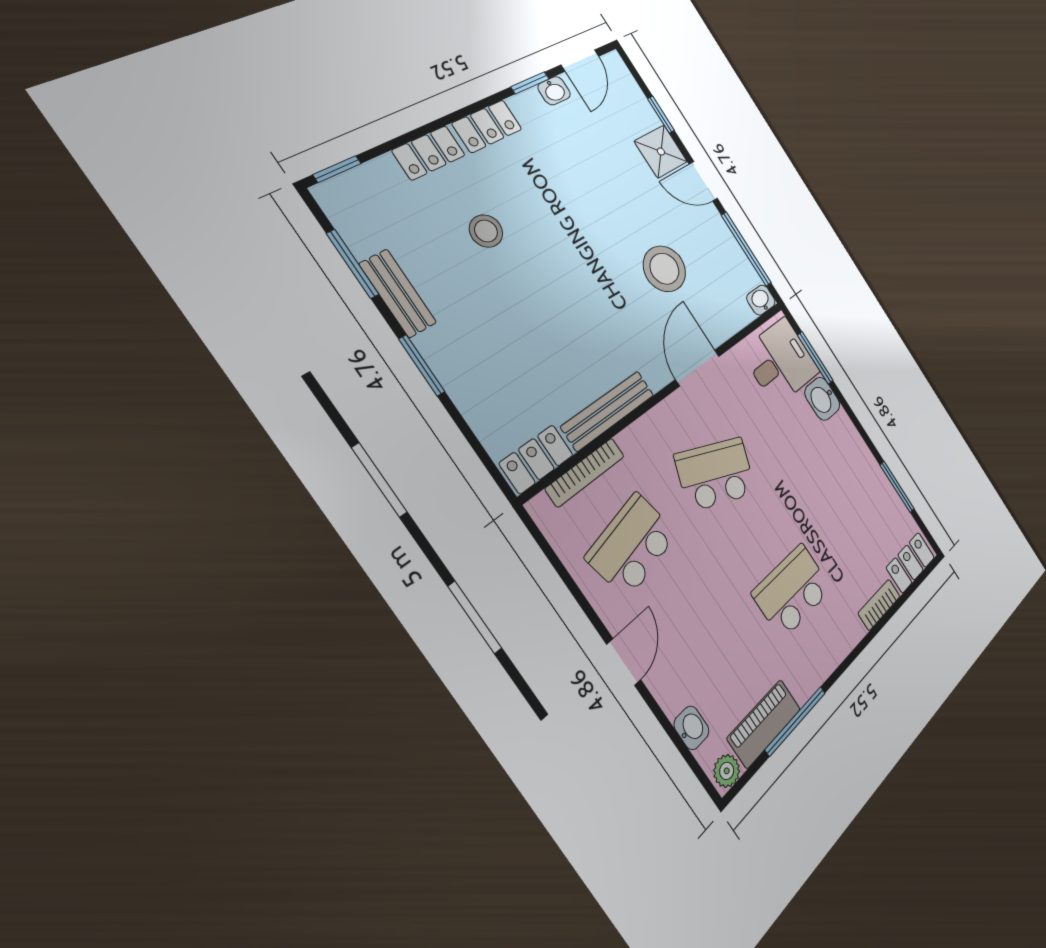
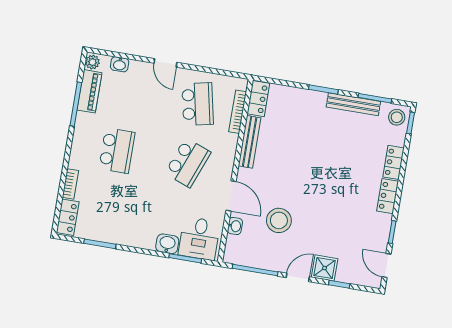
washbasin: (554, 91) -> (382, 240), removed
stool: (486, 231) -> (397, 117), moved
bench: (398, 293) -> (353, 104), width x1.36
washbasin: (761, 300) -> (235, 226), moved

